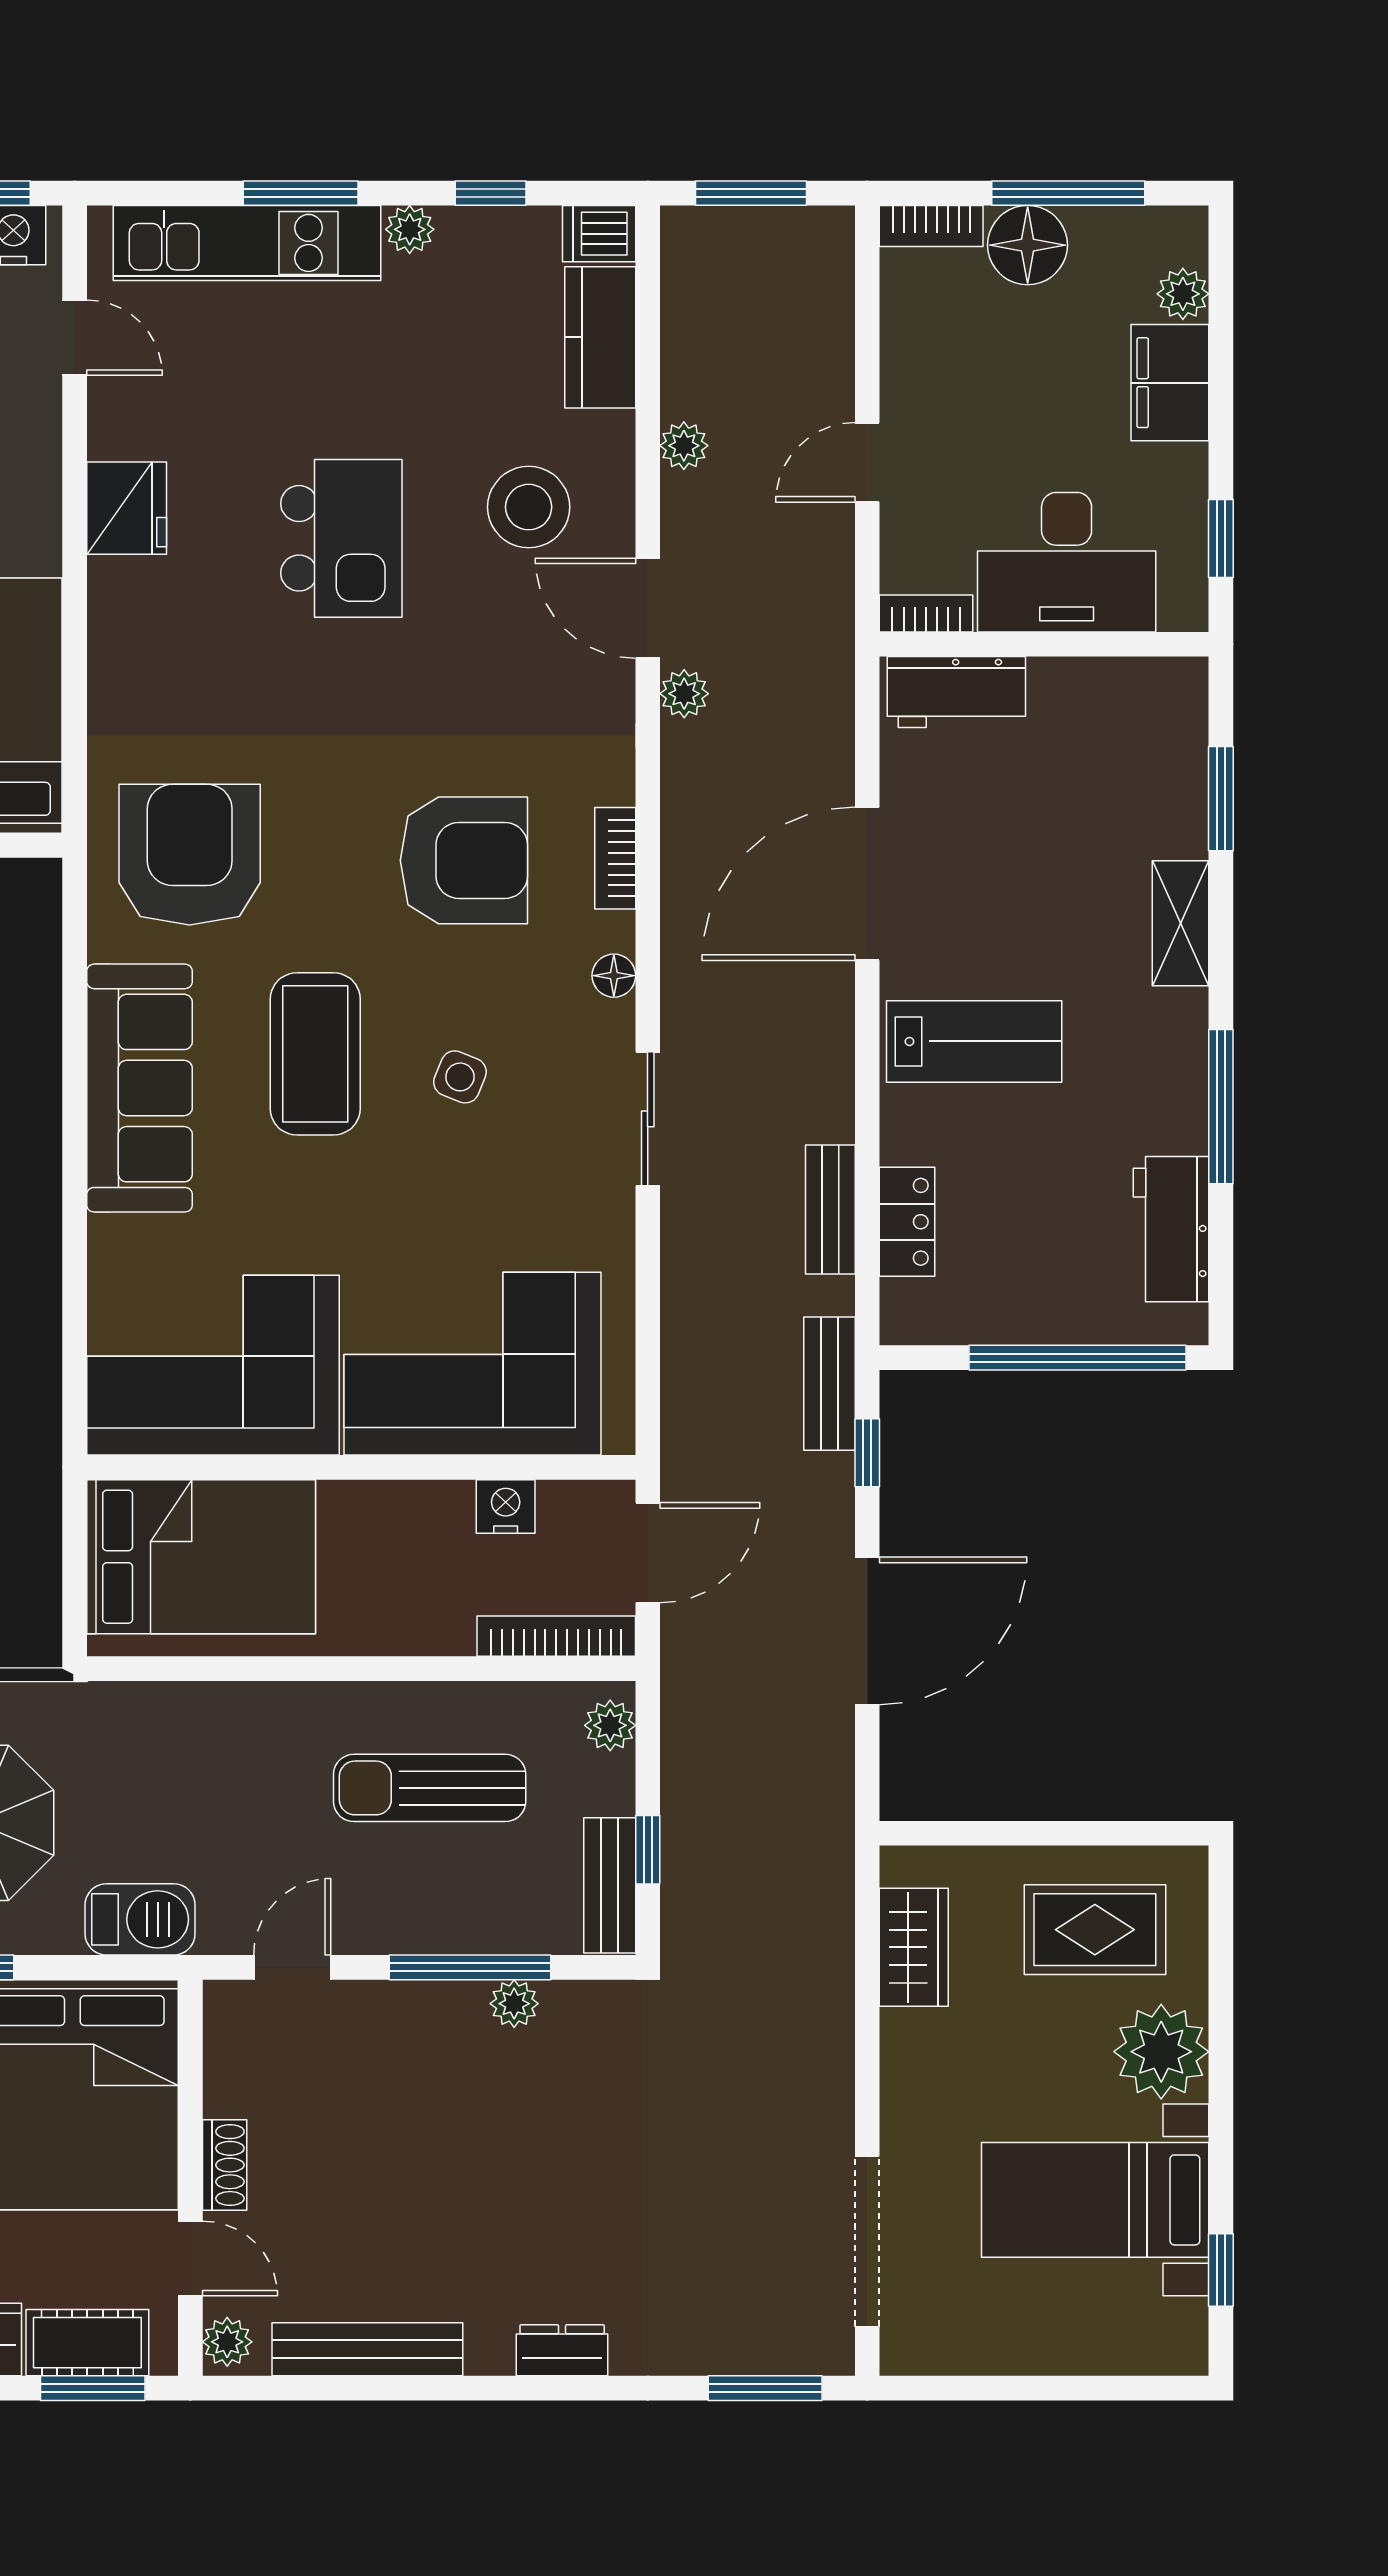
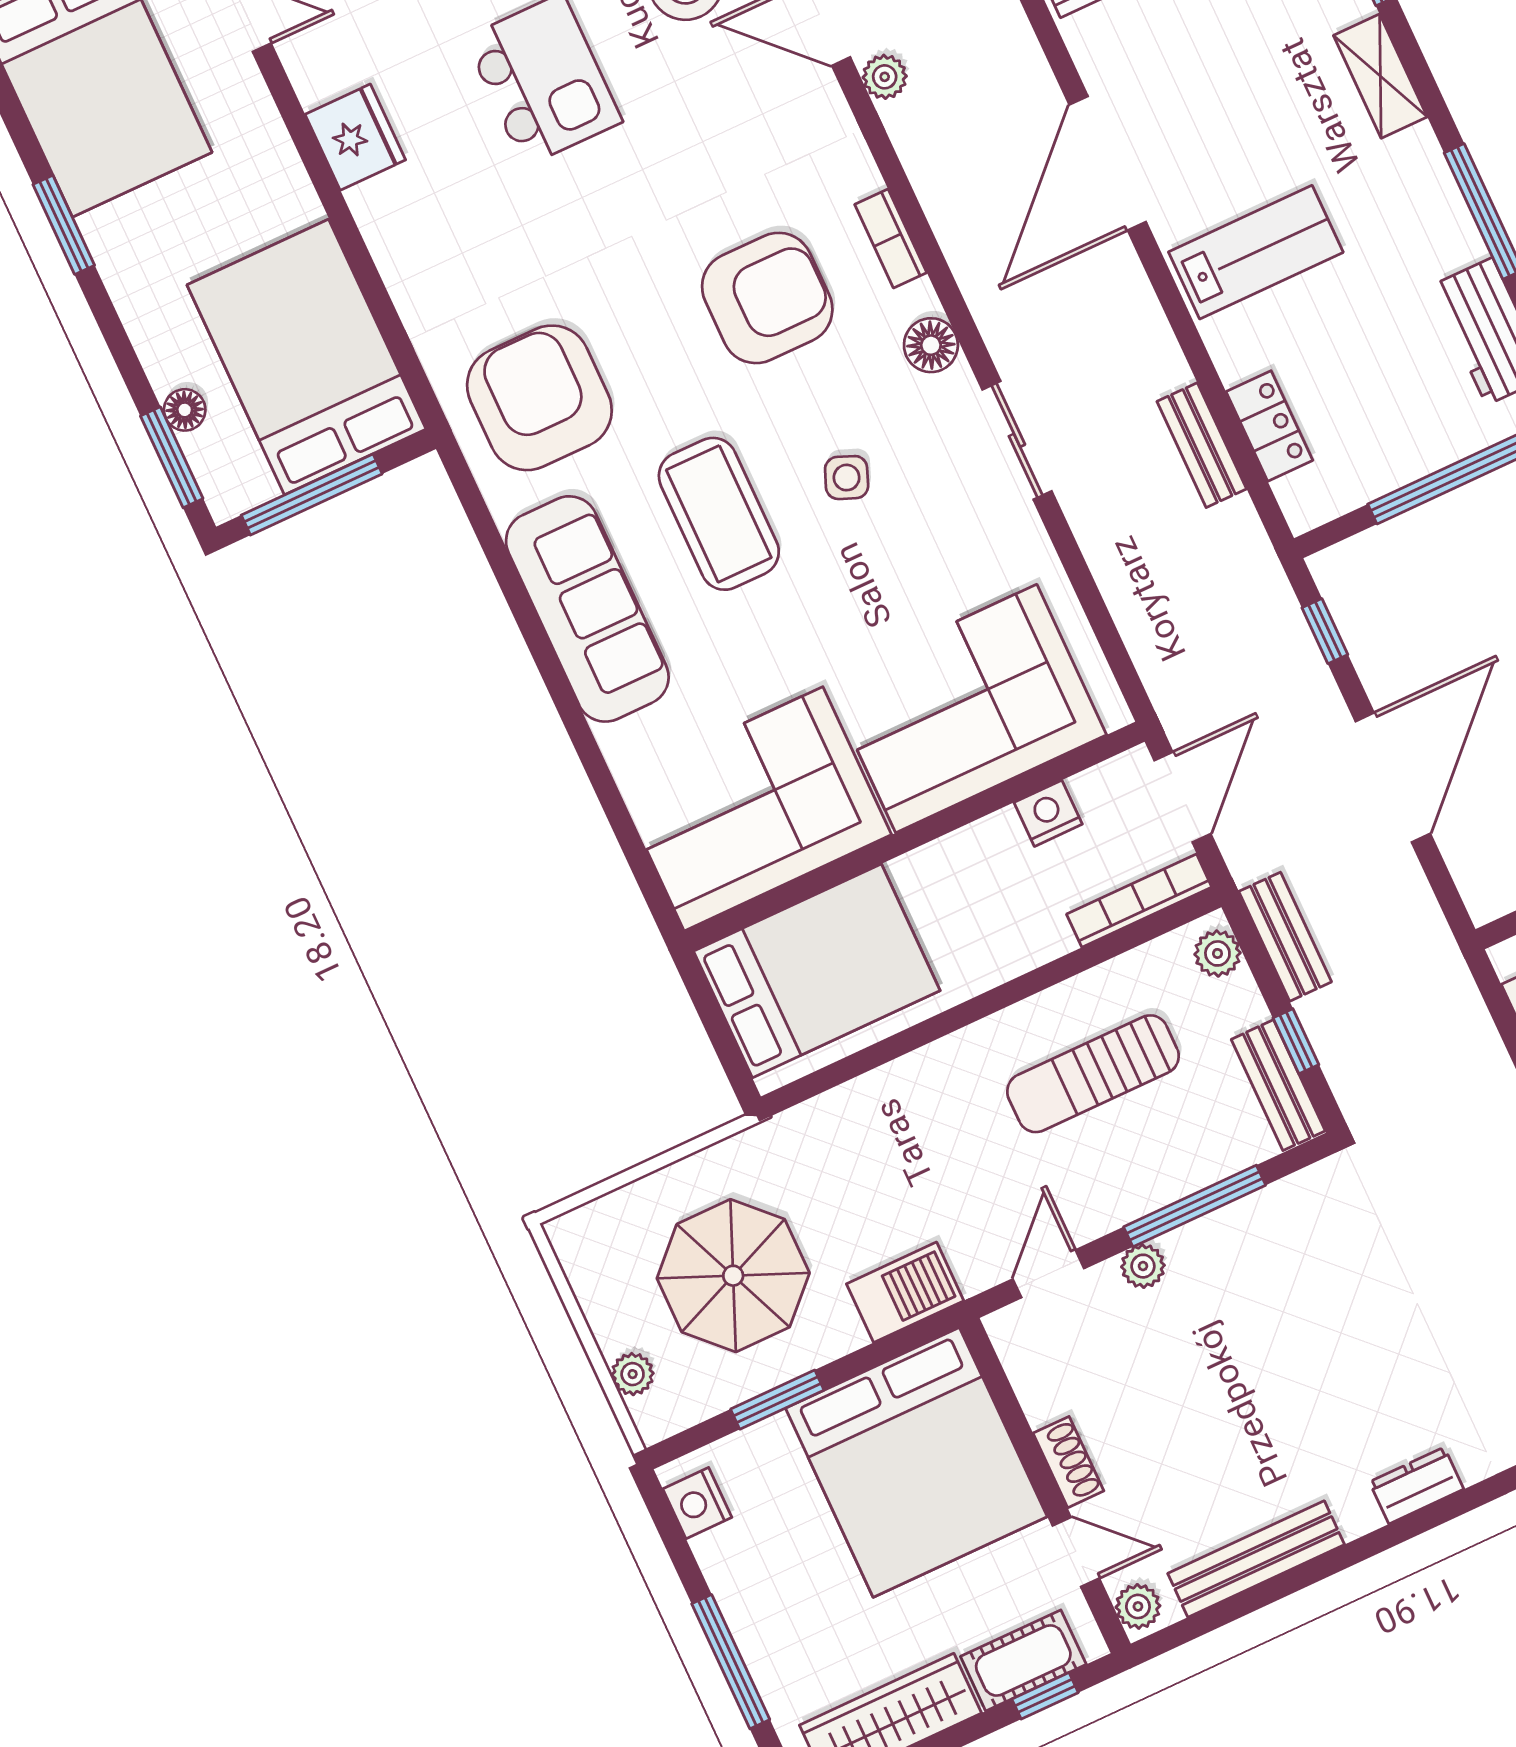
floor lamp: (614, 976) -> (931, 345), width x1.37, depth x1.37
bench: (830, 1384) -> (1285, 937), moved
plant: (514, 2004) -> (1143, 1266), moved
window: (93, 2388) -> (1045, 1696), width x0.67

